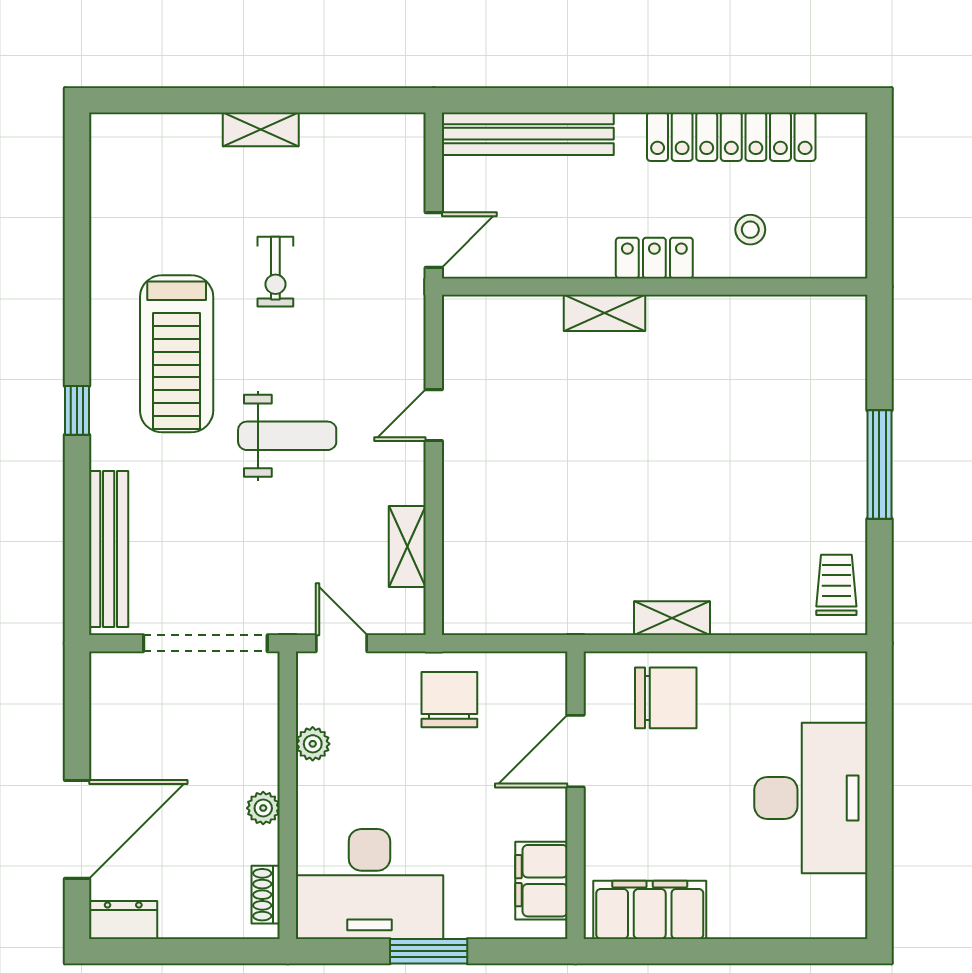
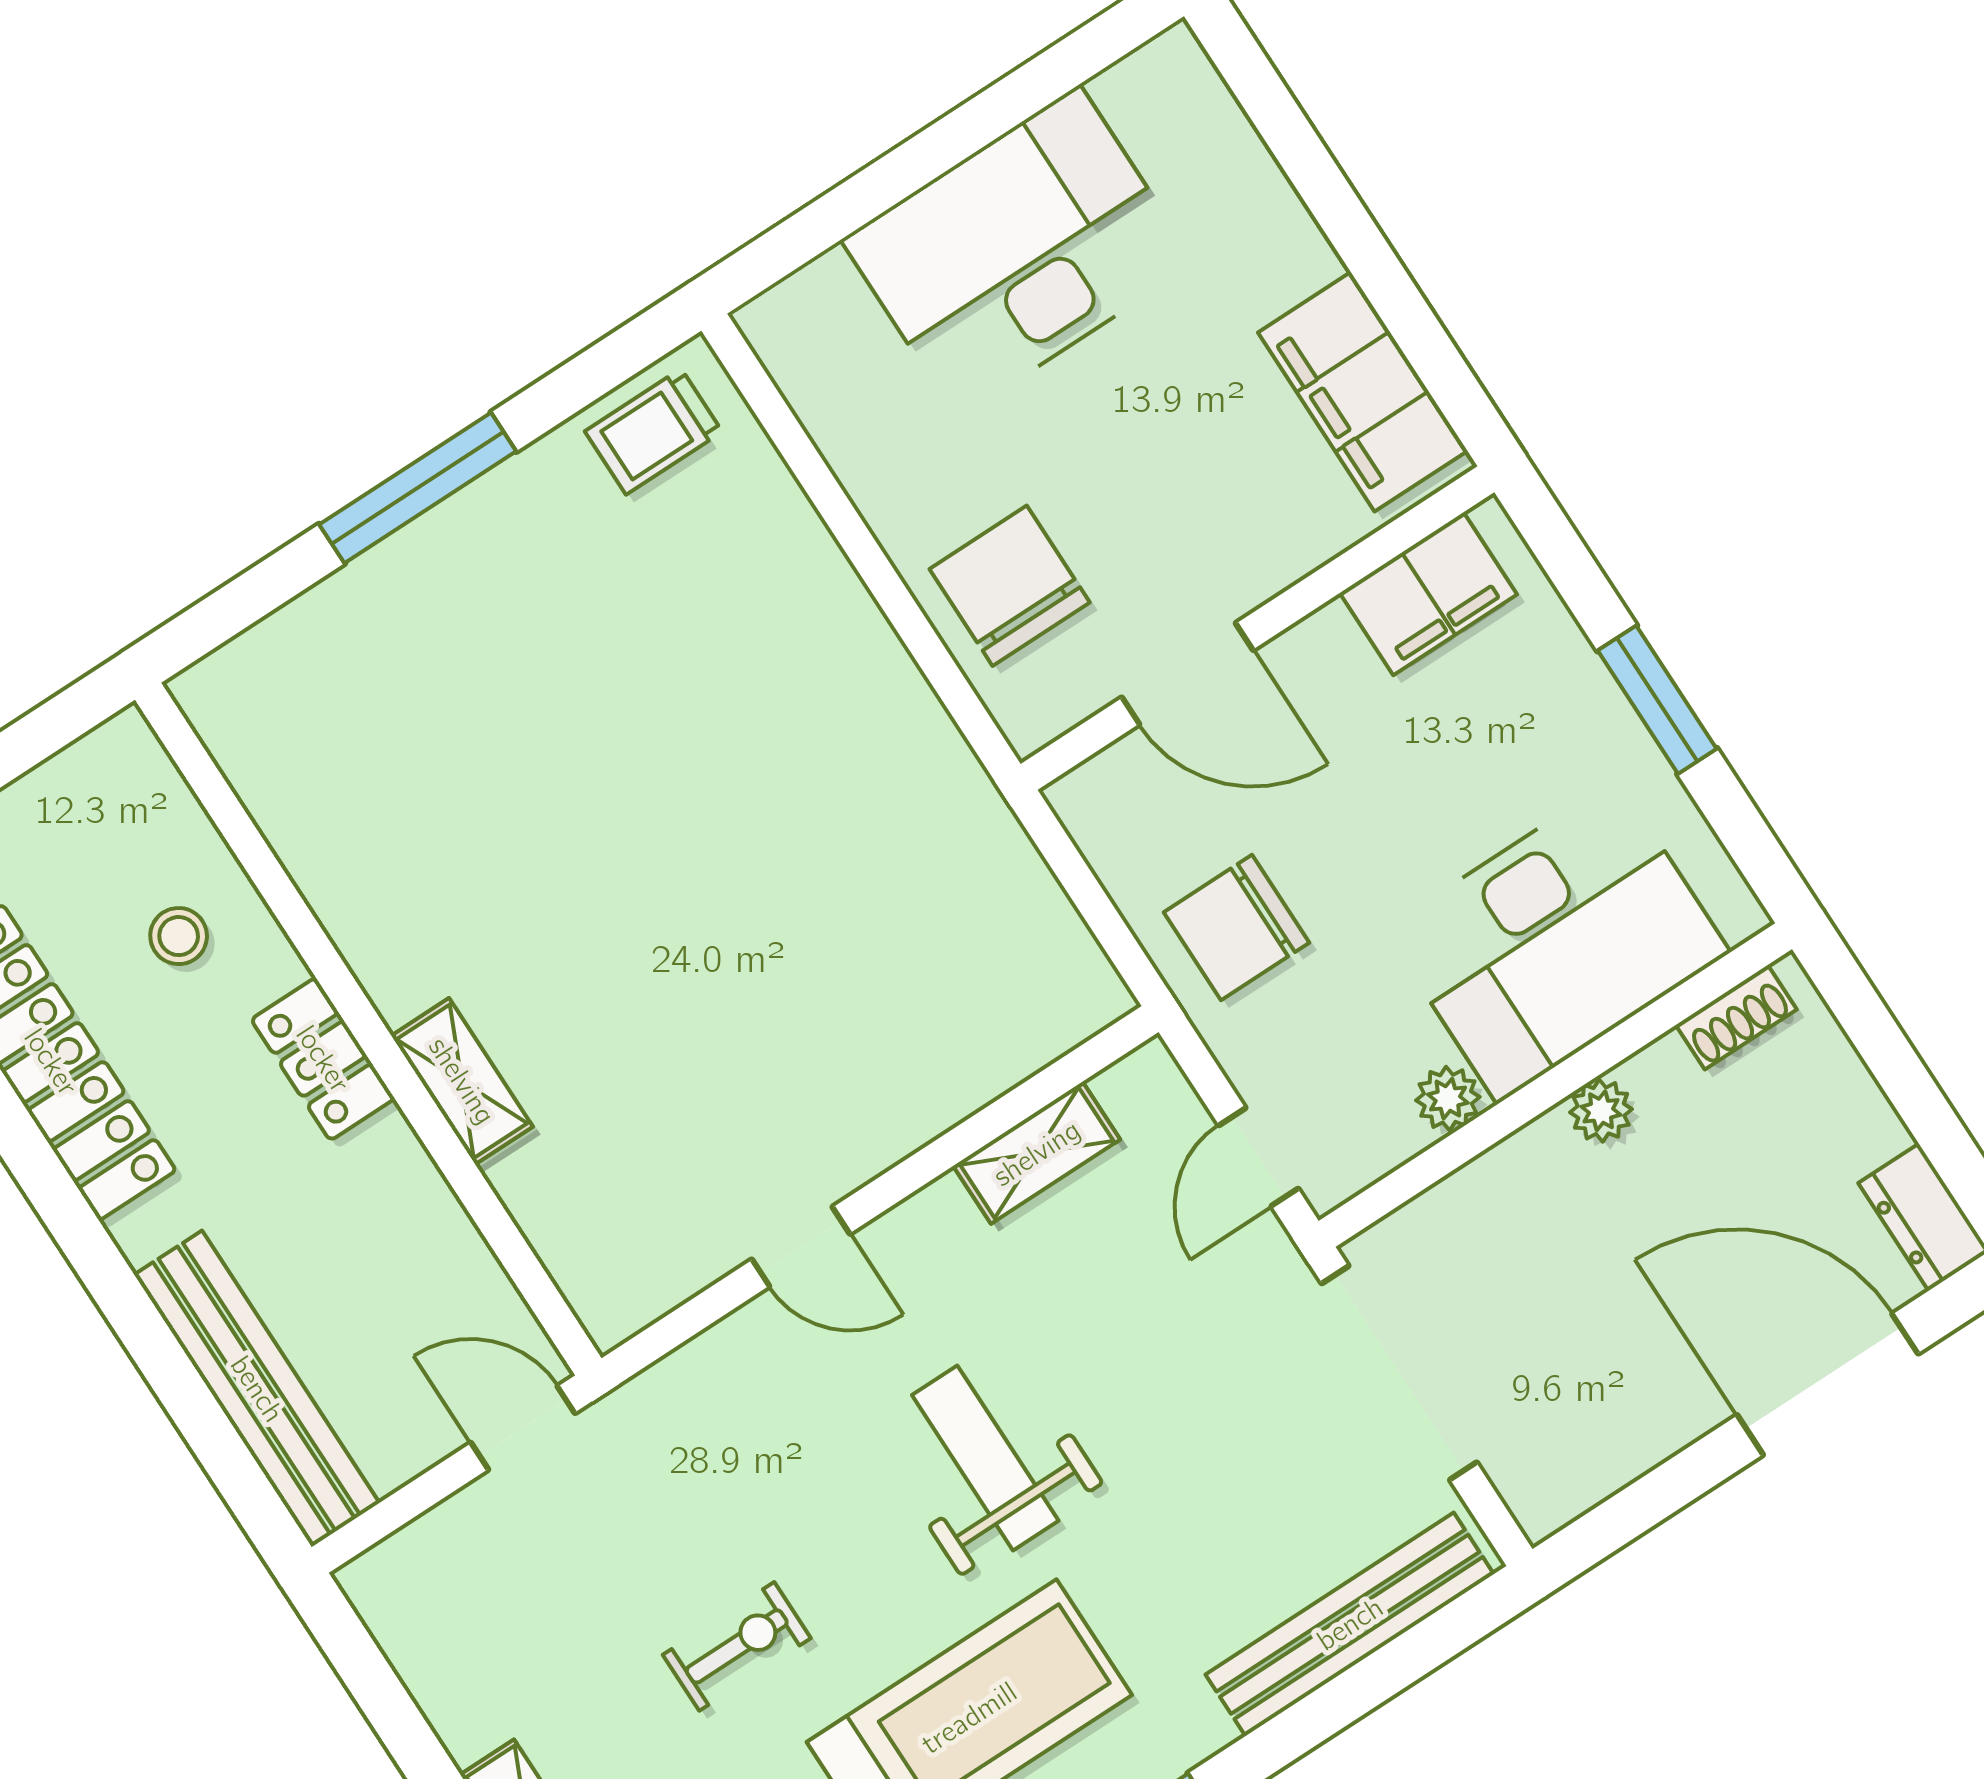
shelving: (672, 618) -> (876, 658), removed
desk: (369, 884) -> (1557, 941), moved, turned 90

